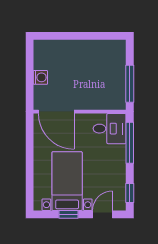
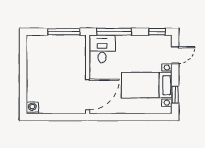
washing machine: (40, 77) -> (32, 108), moved
window: (69, 214) -> (175, 95), moved
door: (102, 214) -> (175, 55), swing flipped

